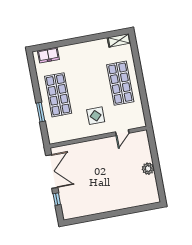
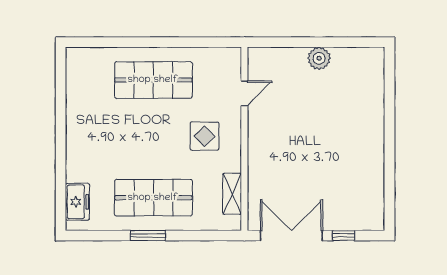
shelving: (119, 40) -> (232, 194), moved
window: (41, 112) -> (148, 236), moved
door: (122, 133) -> (244, 93), hinge flipped

